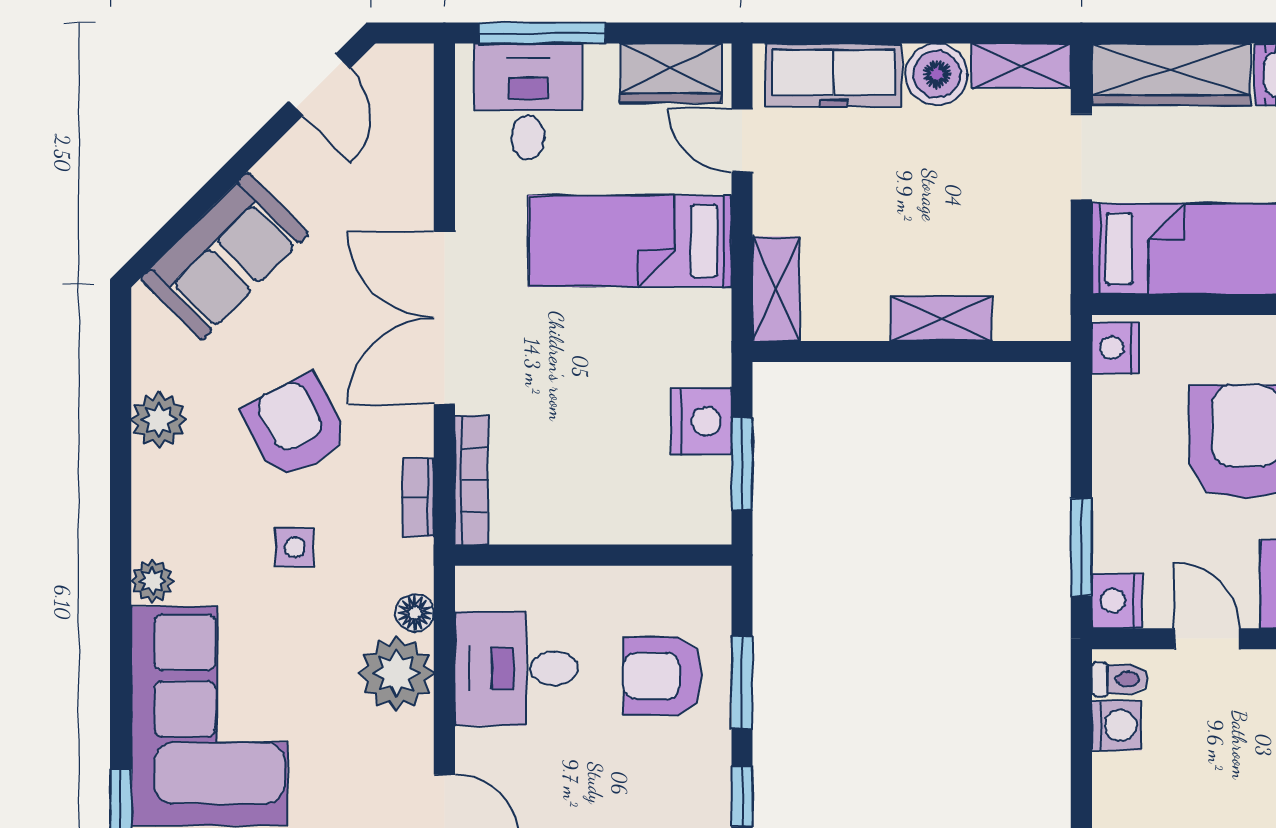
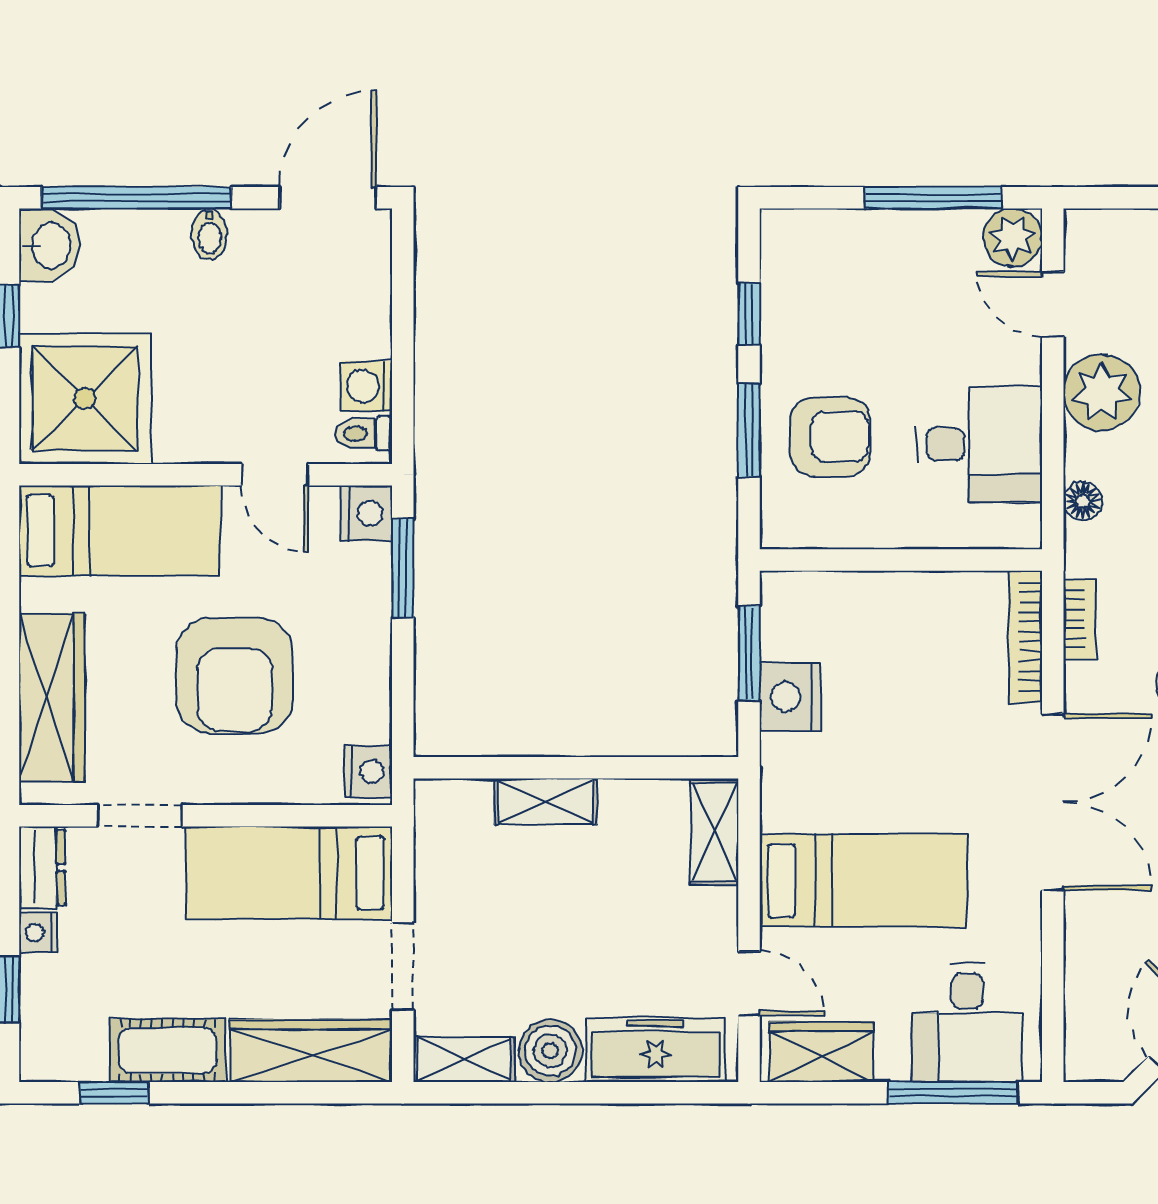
plant: (396, 673) -> (1102, 392), moved

